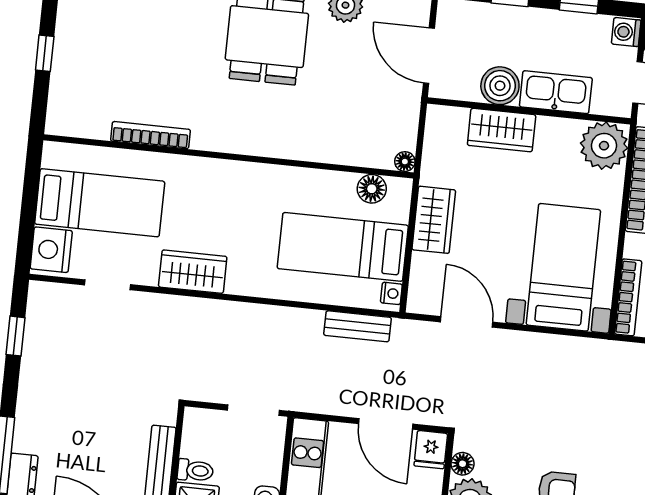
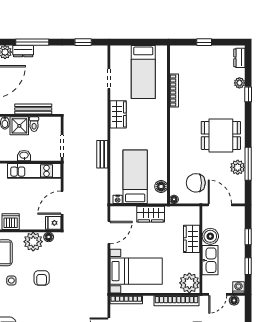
door: (429, 56) -> (220, 205), hinge flipped
chair: (372, 107) -> (196, 183), added
nightstand: (51, 250) -> (121, 53), removed
bench: (357, 326) -> (102, 154), moved

